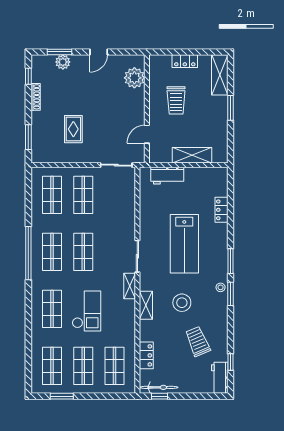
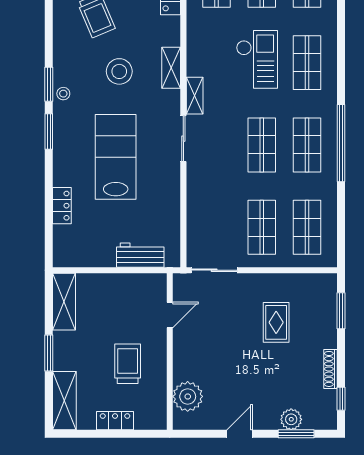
shelving: (192, 155) -> (64, 302), moved, turned 90
checkout: (87, 311) -> (257, 59), turned 180

